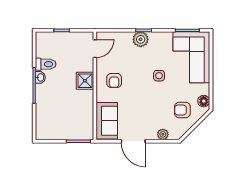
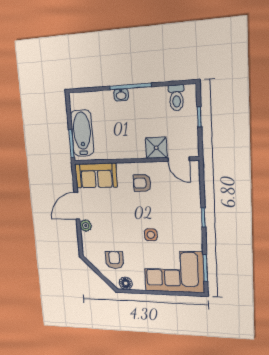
plant: (141, 39) -> (192, 214), removed
toilet: (46, 64) -> (176, 98), moved
washbasin: (40, 77) -> (121, 95), moved
shower: (85, 81) -> (156, 148), moved
bathtub: (70, 131) -> (82, 133), added
plant: (163, 134) -> (86, 226), moved

